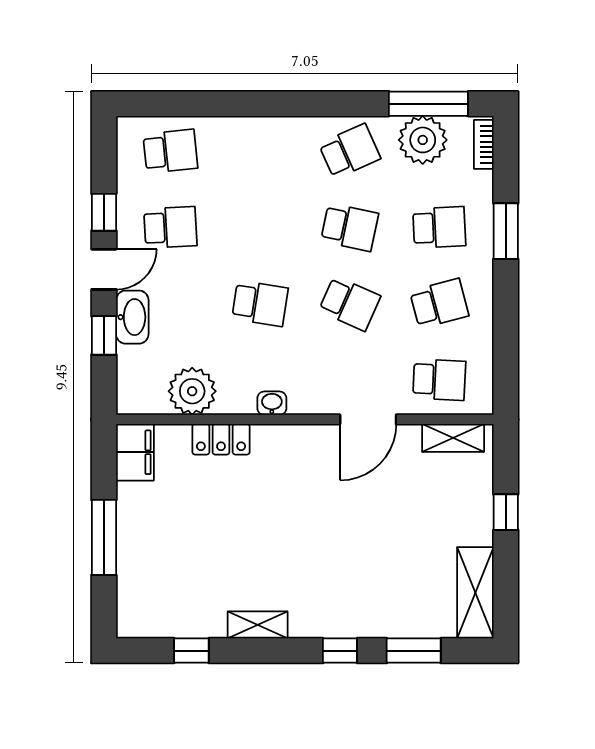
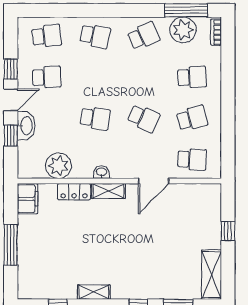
school desk: (350, 227) -> (95, 36), moved
window: (506, 231) -> (228, 79), removed
shelving: (453, 438) -> (108, 191), moved

